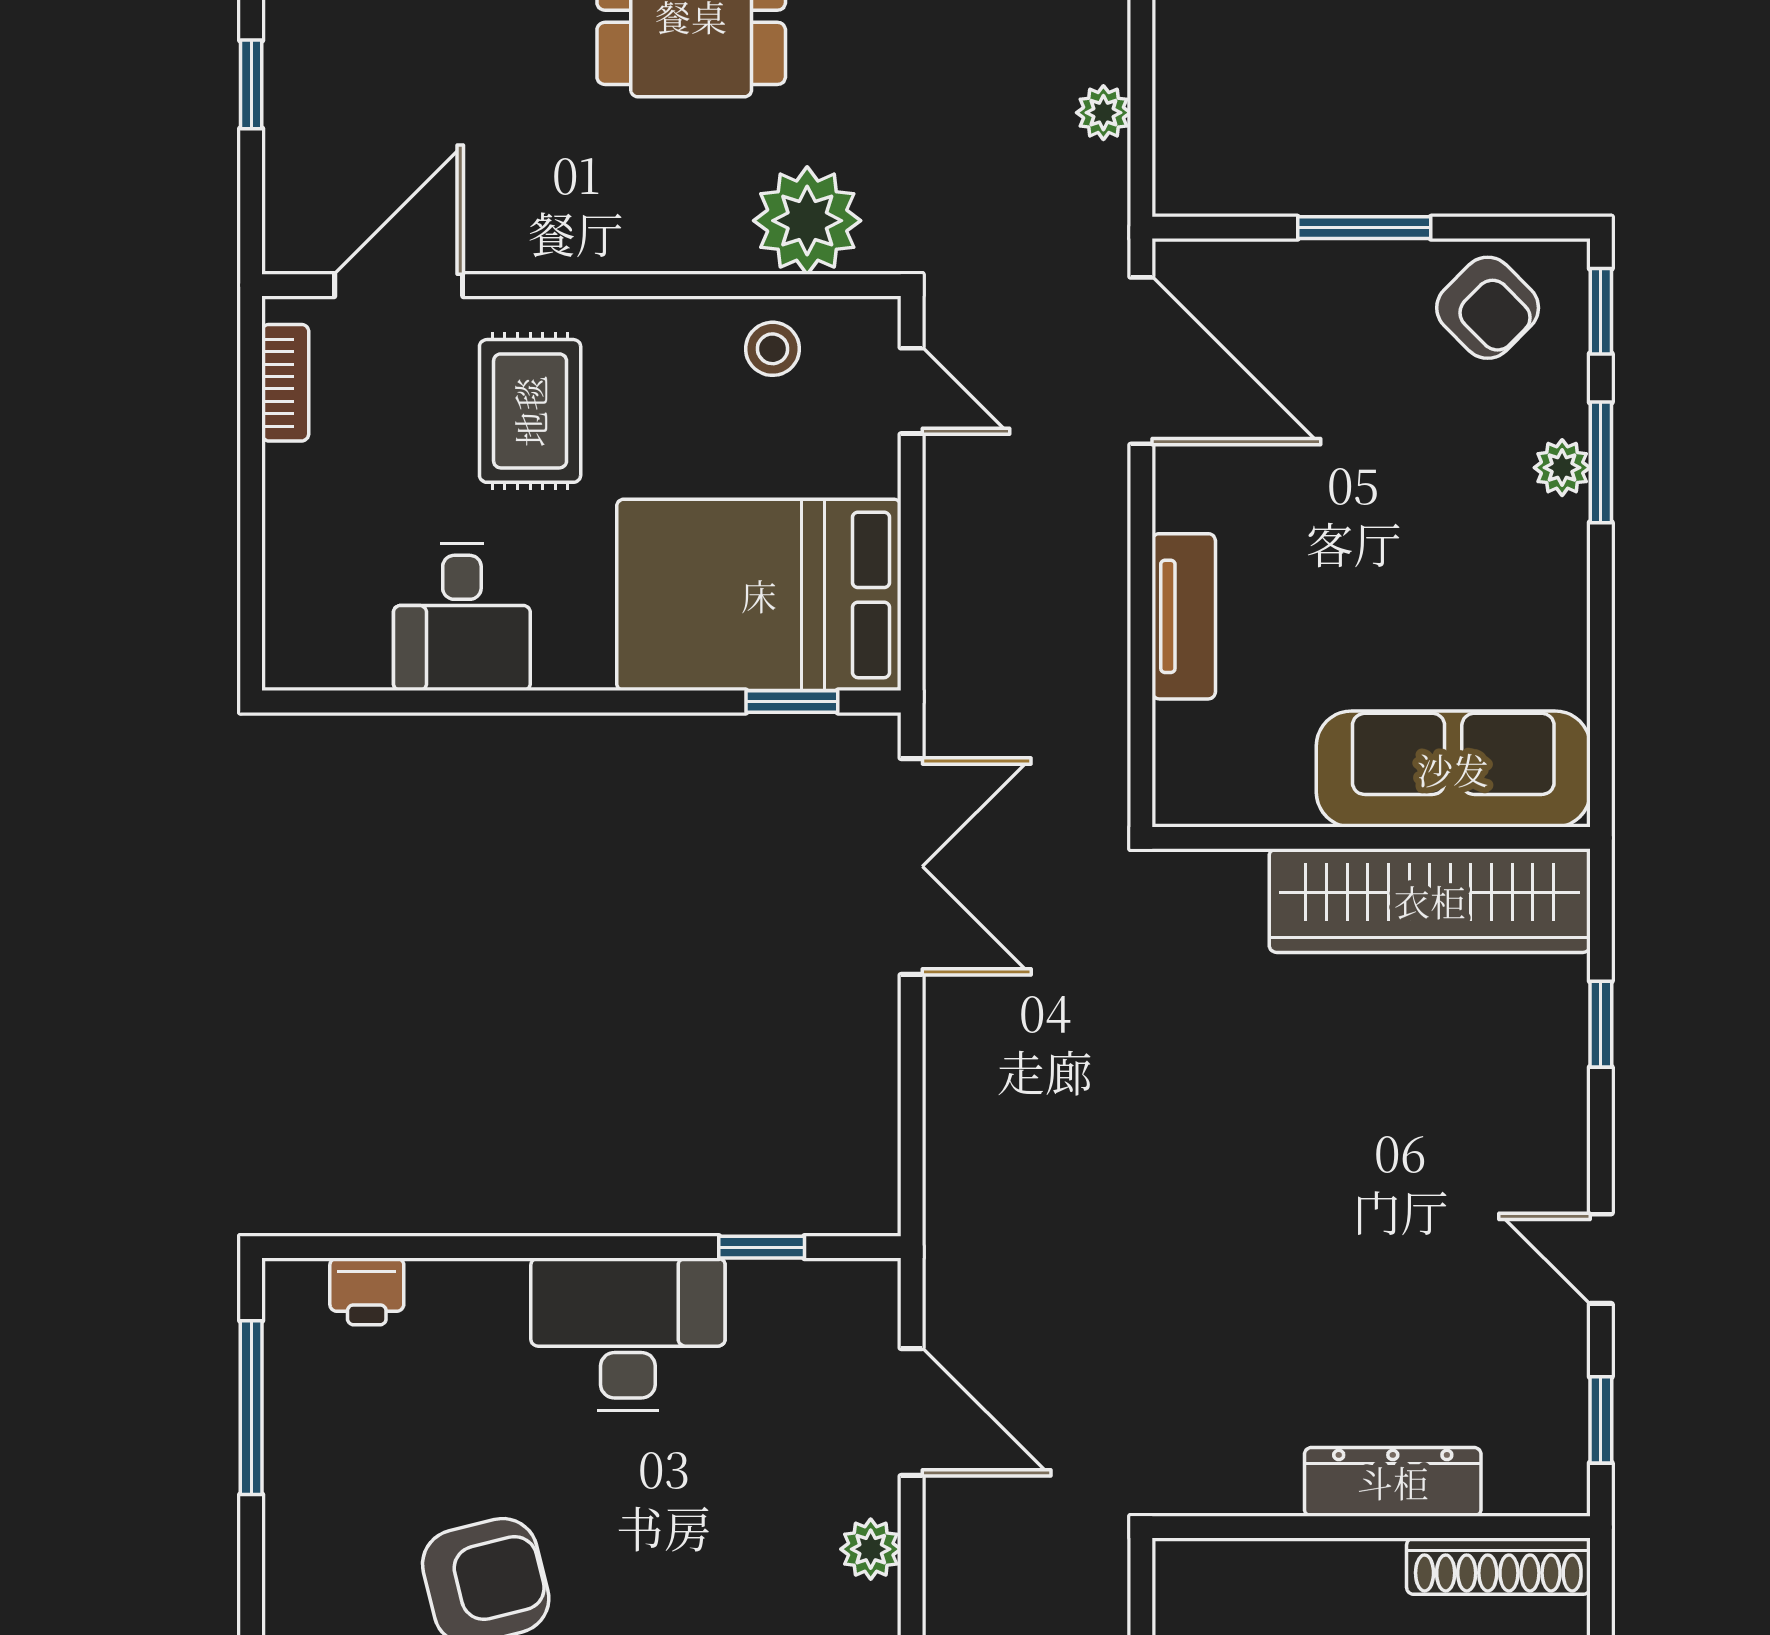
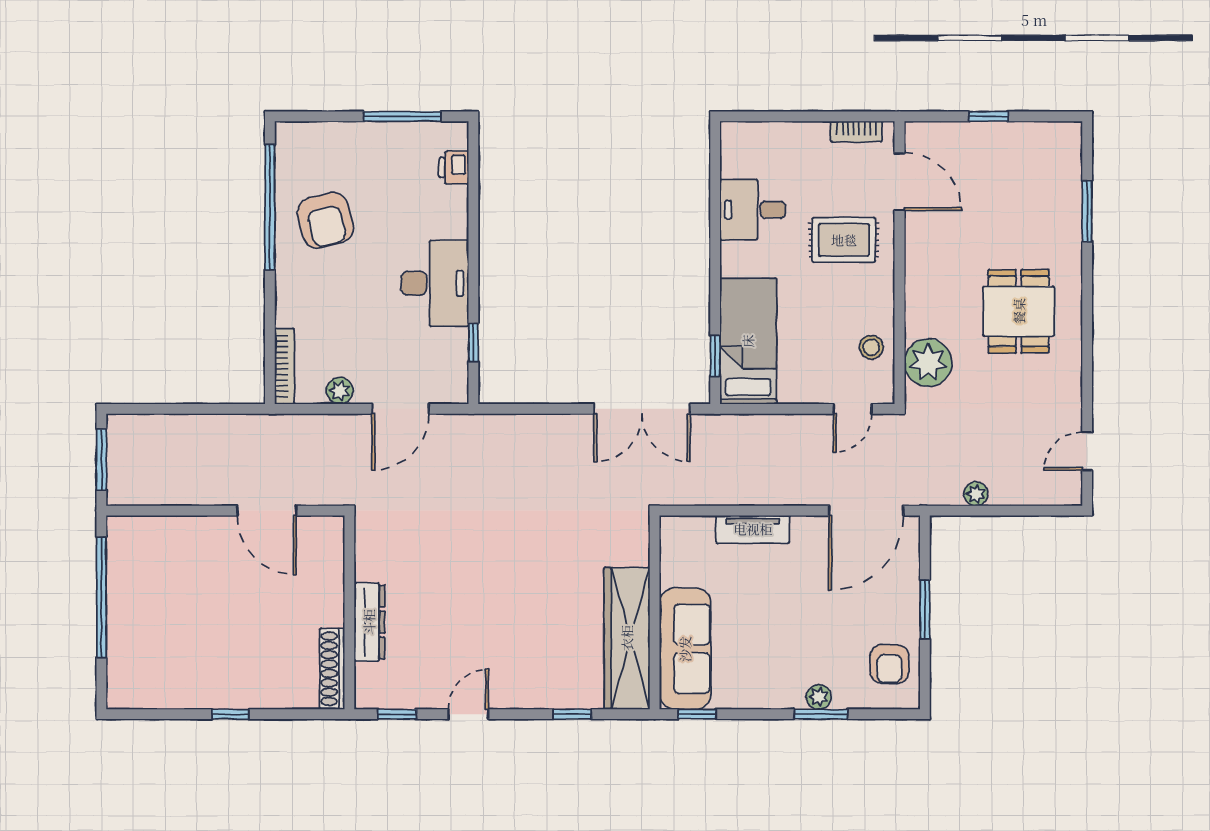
armchair: (1488, 308) -> (889, 664), turned -44
window: (1601, 311) -> (697, 714), moved
bed: (759, 595) -> (748, 341), width x0.67

